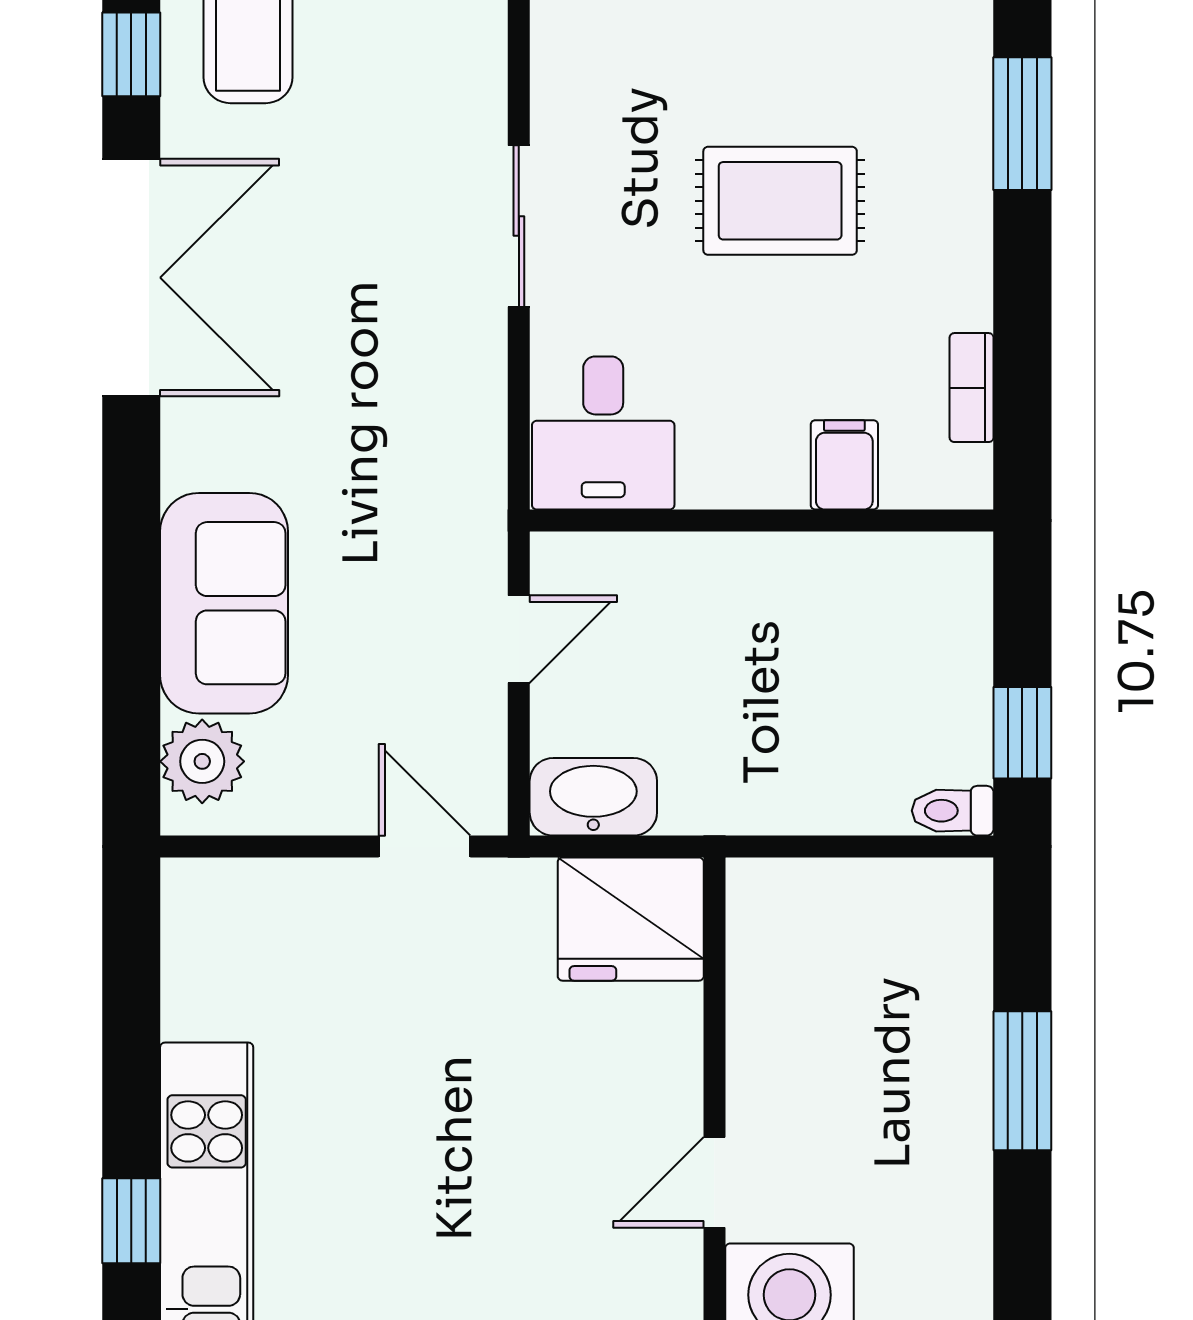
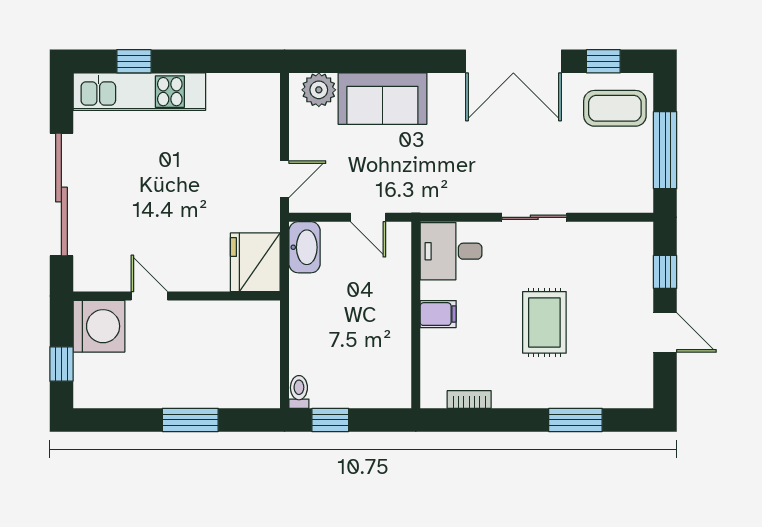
filing cabinet: (844, 465) -> (438, 314), moved

